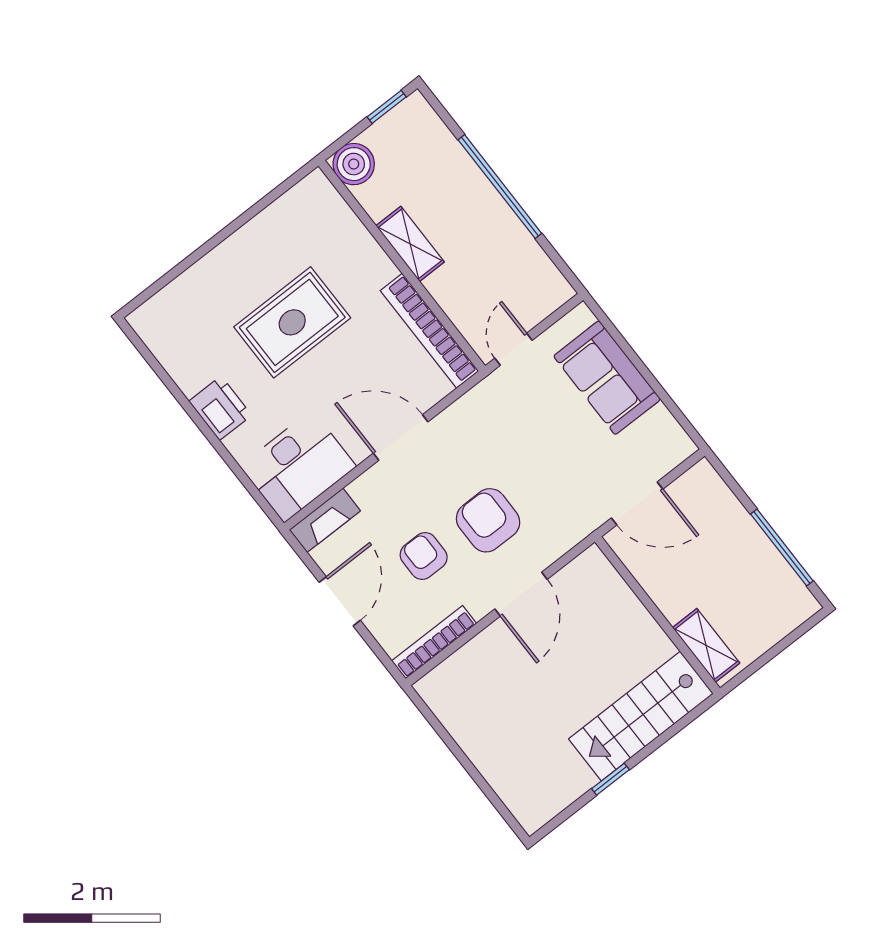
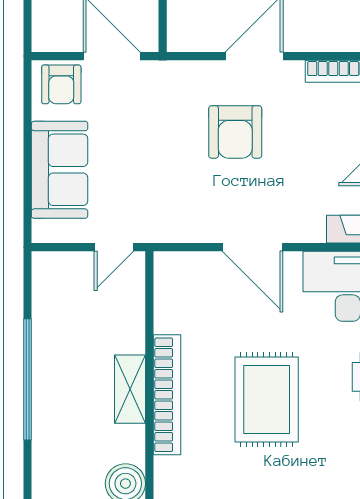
rug: (292, 322) -> (267, 399), turned 90
bookcase: (429, 331) -> (167, 395), moved
armchair: (424, 556) -> (61, 84), moved

